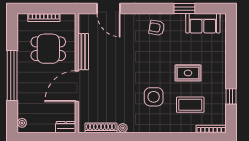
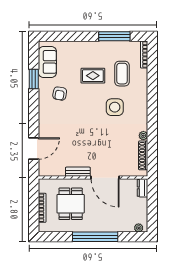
armchair: (157, 28) -> (60, 94), moved
bench: (83, 52) -> (78, 172), width x0.73
rug: (188, 73) -> (93, 76), turned 90
window: (231, 96) -> (114, 36), width x2.17

